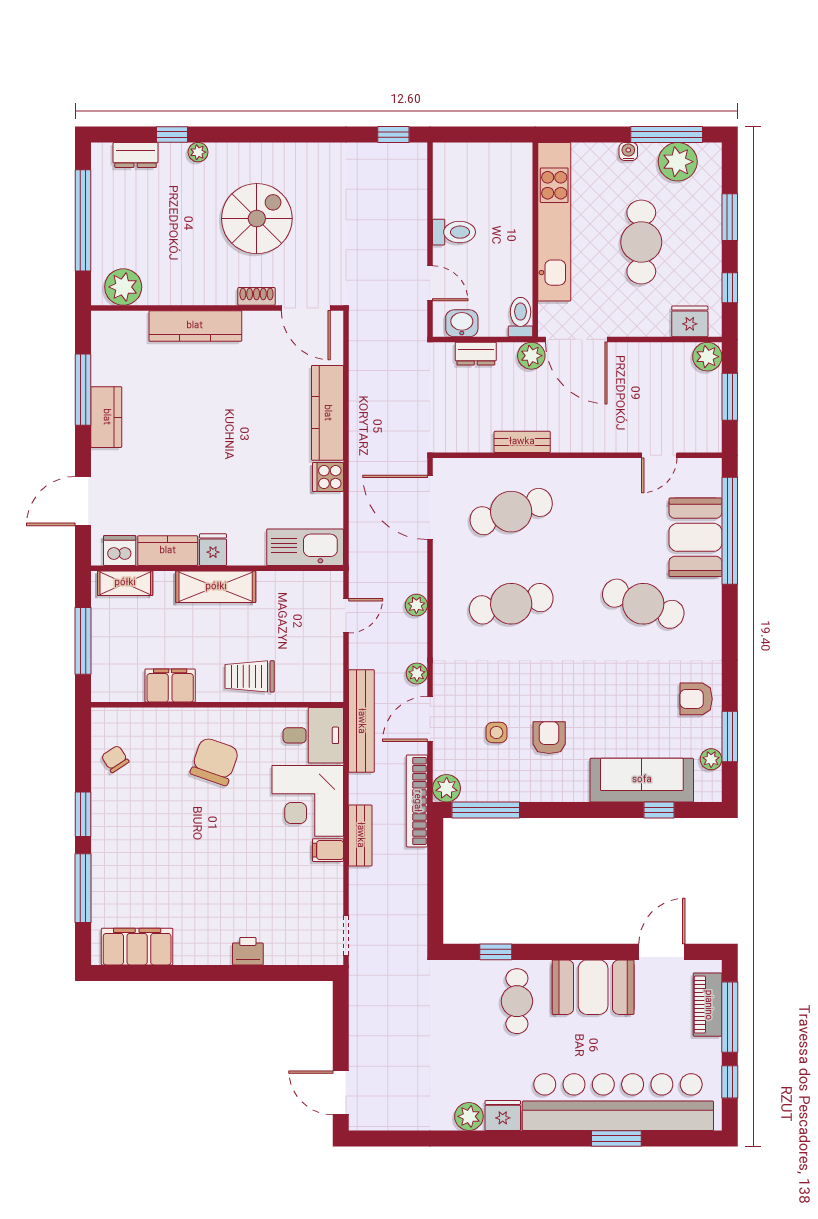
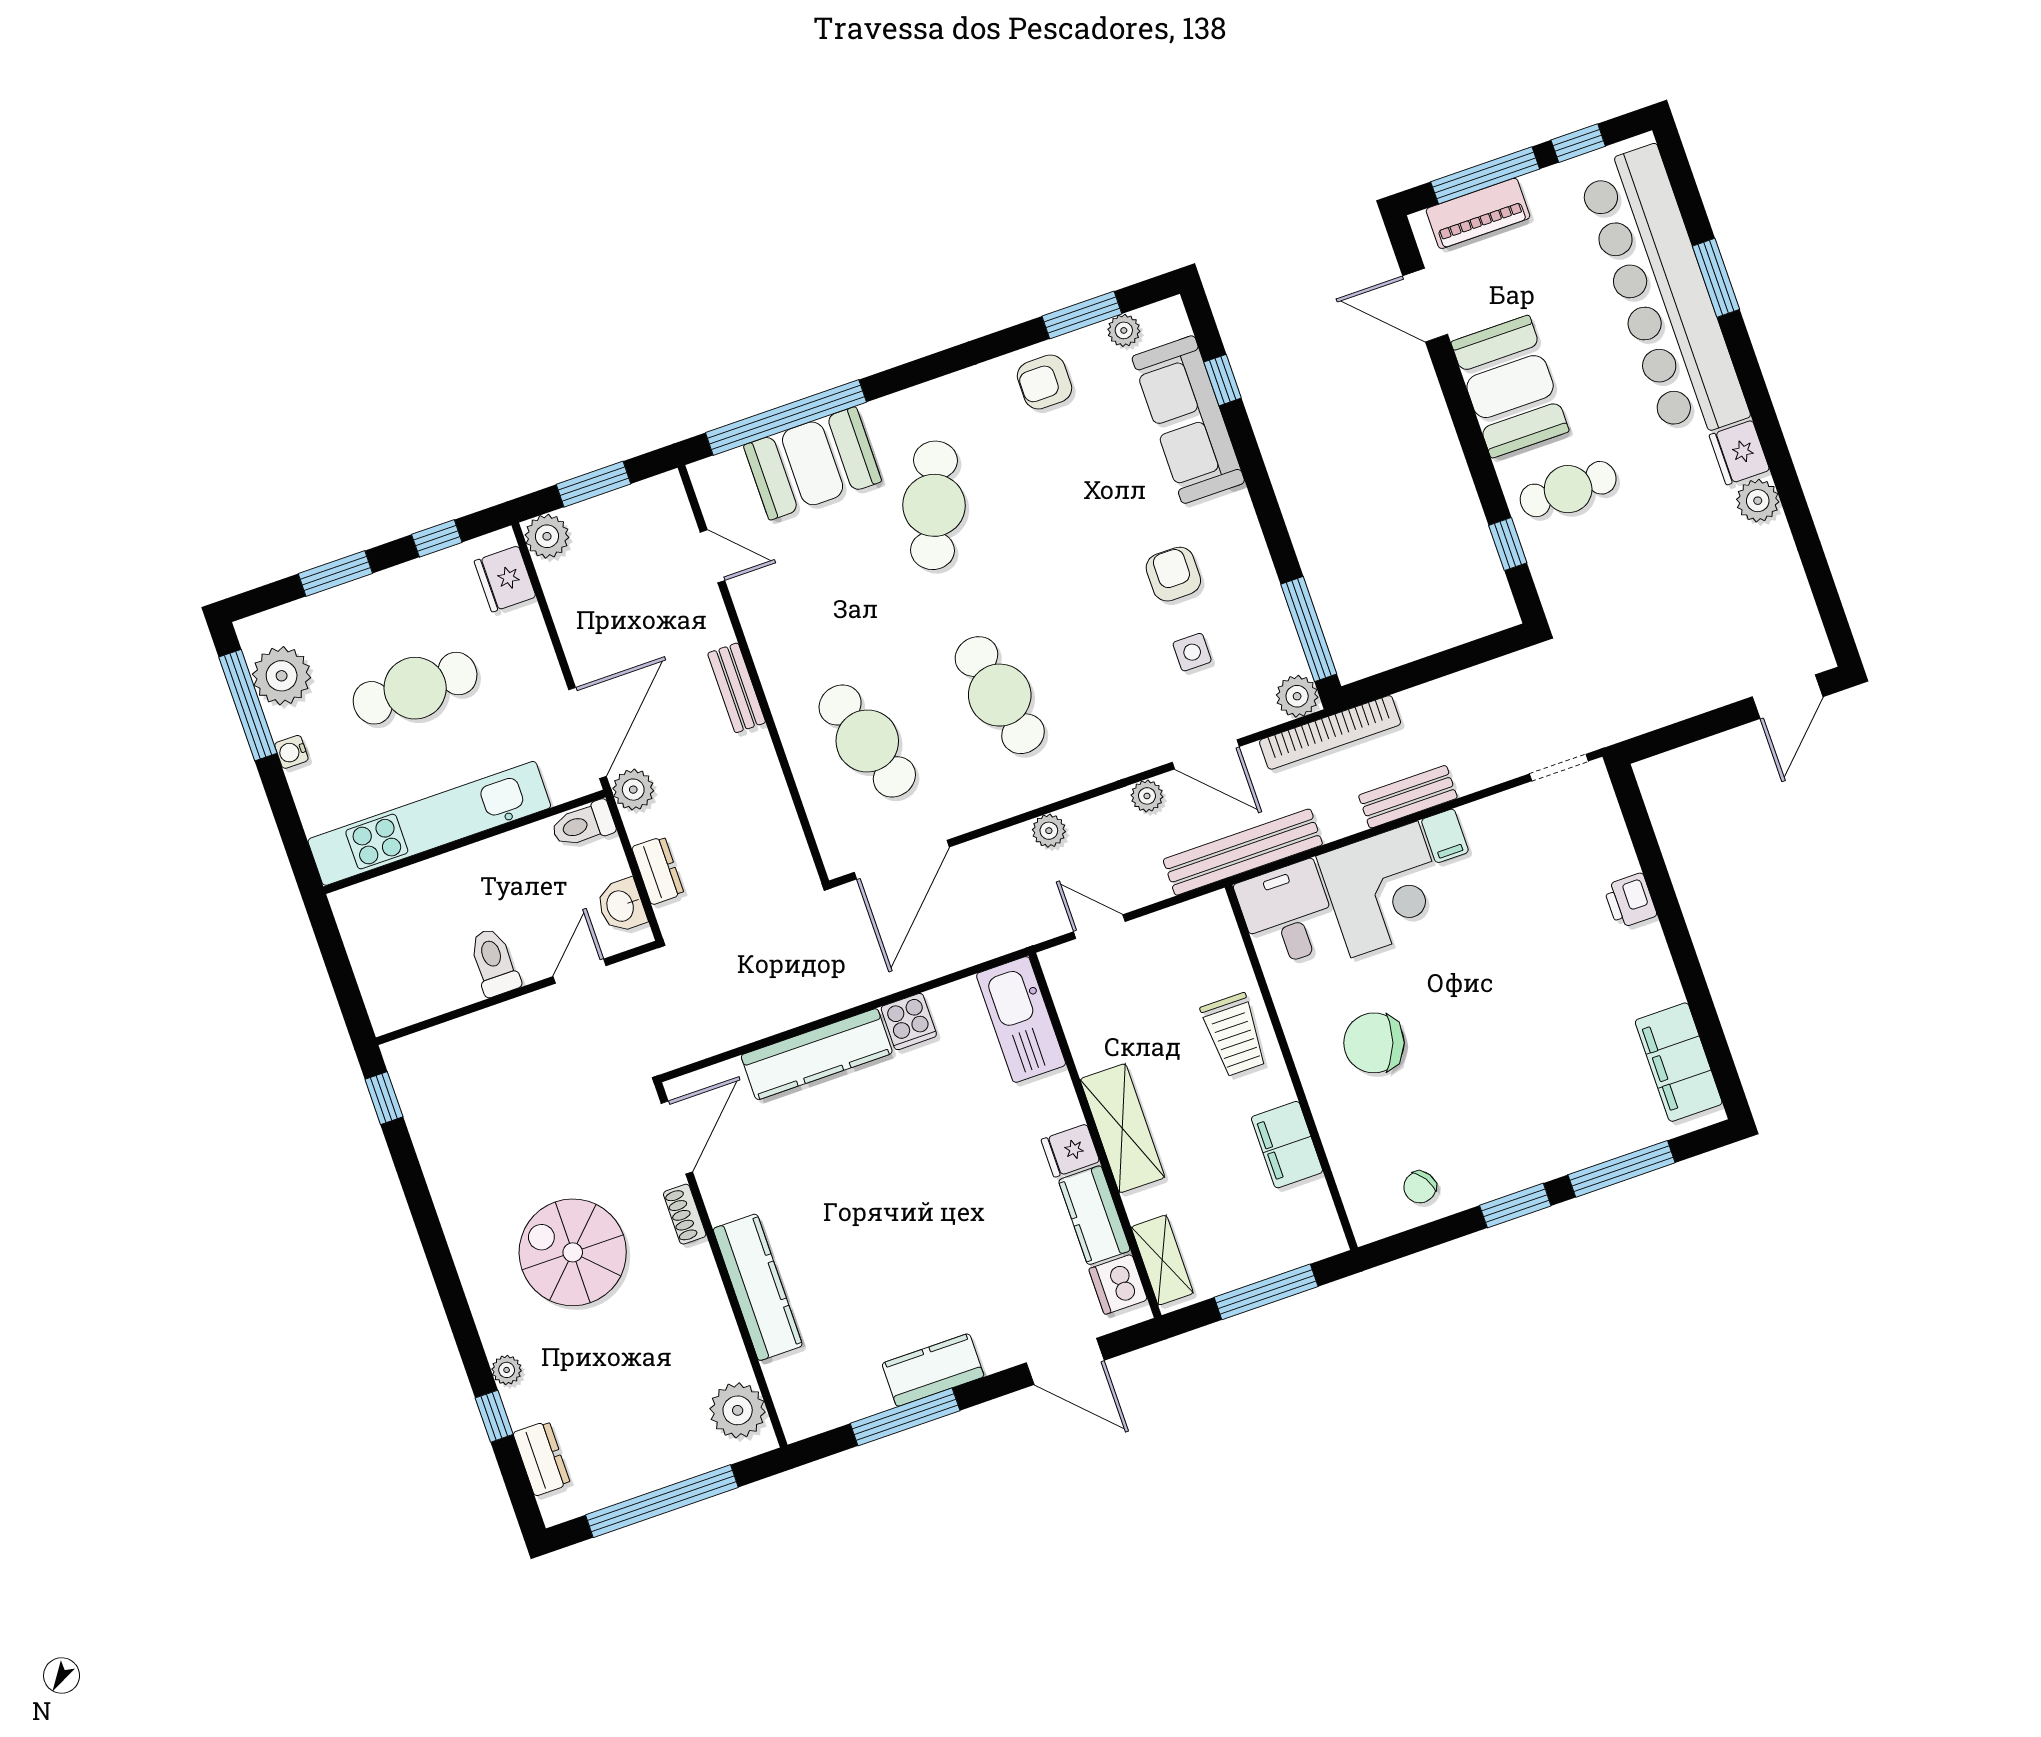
bench: (522, 442) -> (737, 688), moved
armchair: (696, 699) -> (1045, 382), turned 90
armchair: (549, 738) -> (1173, 574), turned 90

